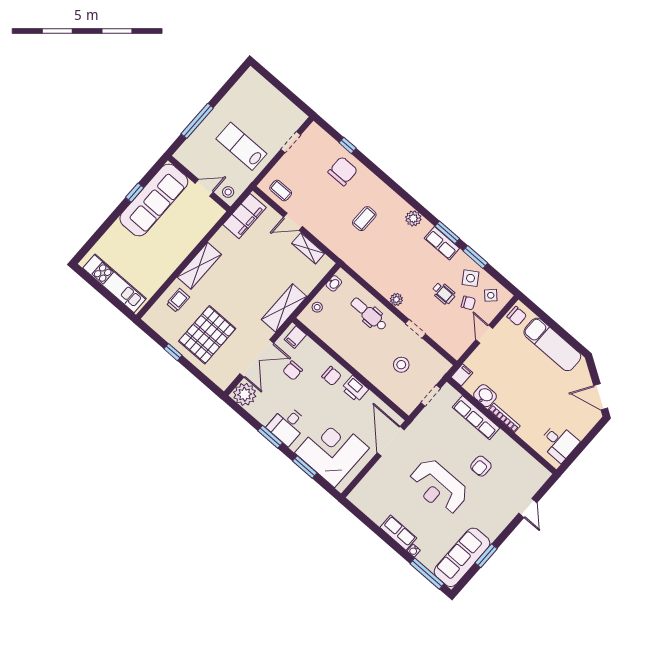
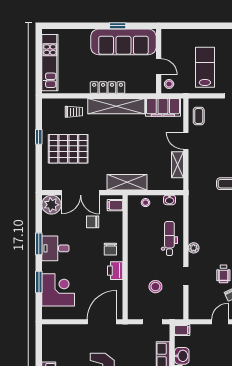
window: (197, 121) -> (197, 26), removed
locker: (183, 251) -> (108, 88), added
shelving: (199, 266) -> (116, 106), width x1.47
corner desk: (332, 450) -> (58, 290), width x0.74, depth x0.74

